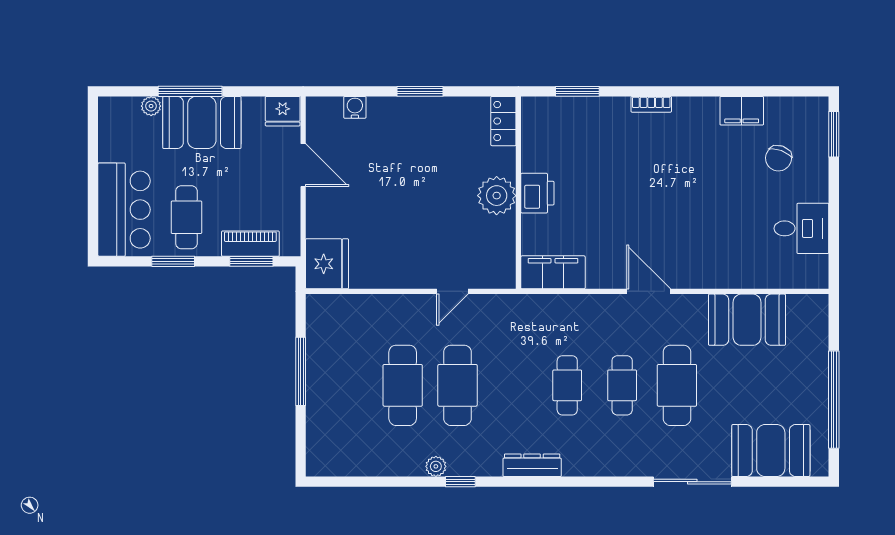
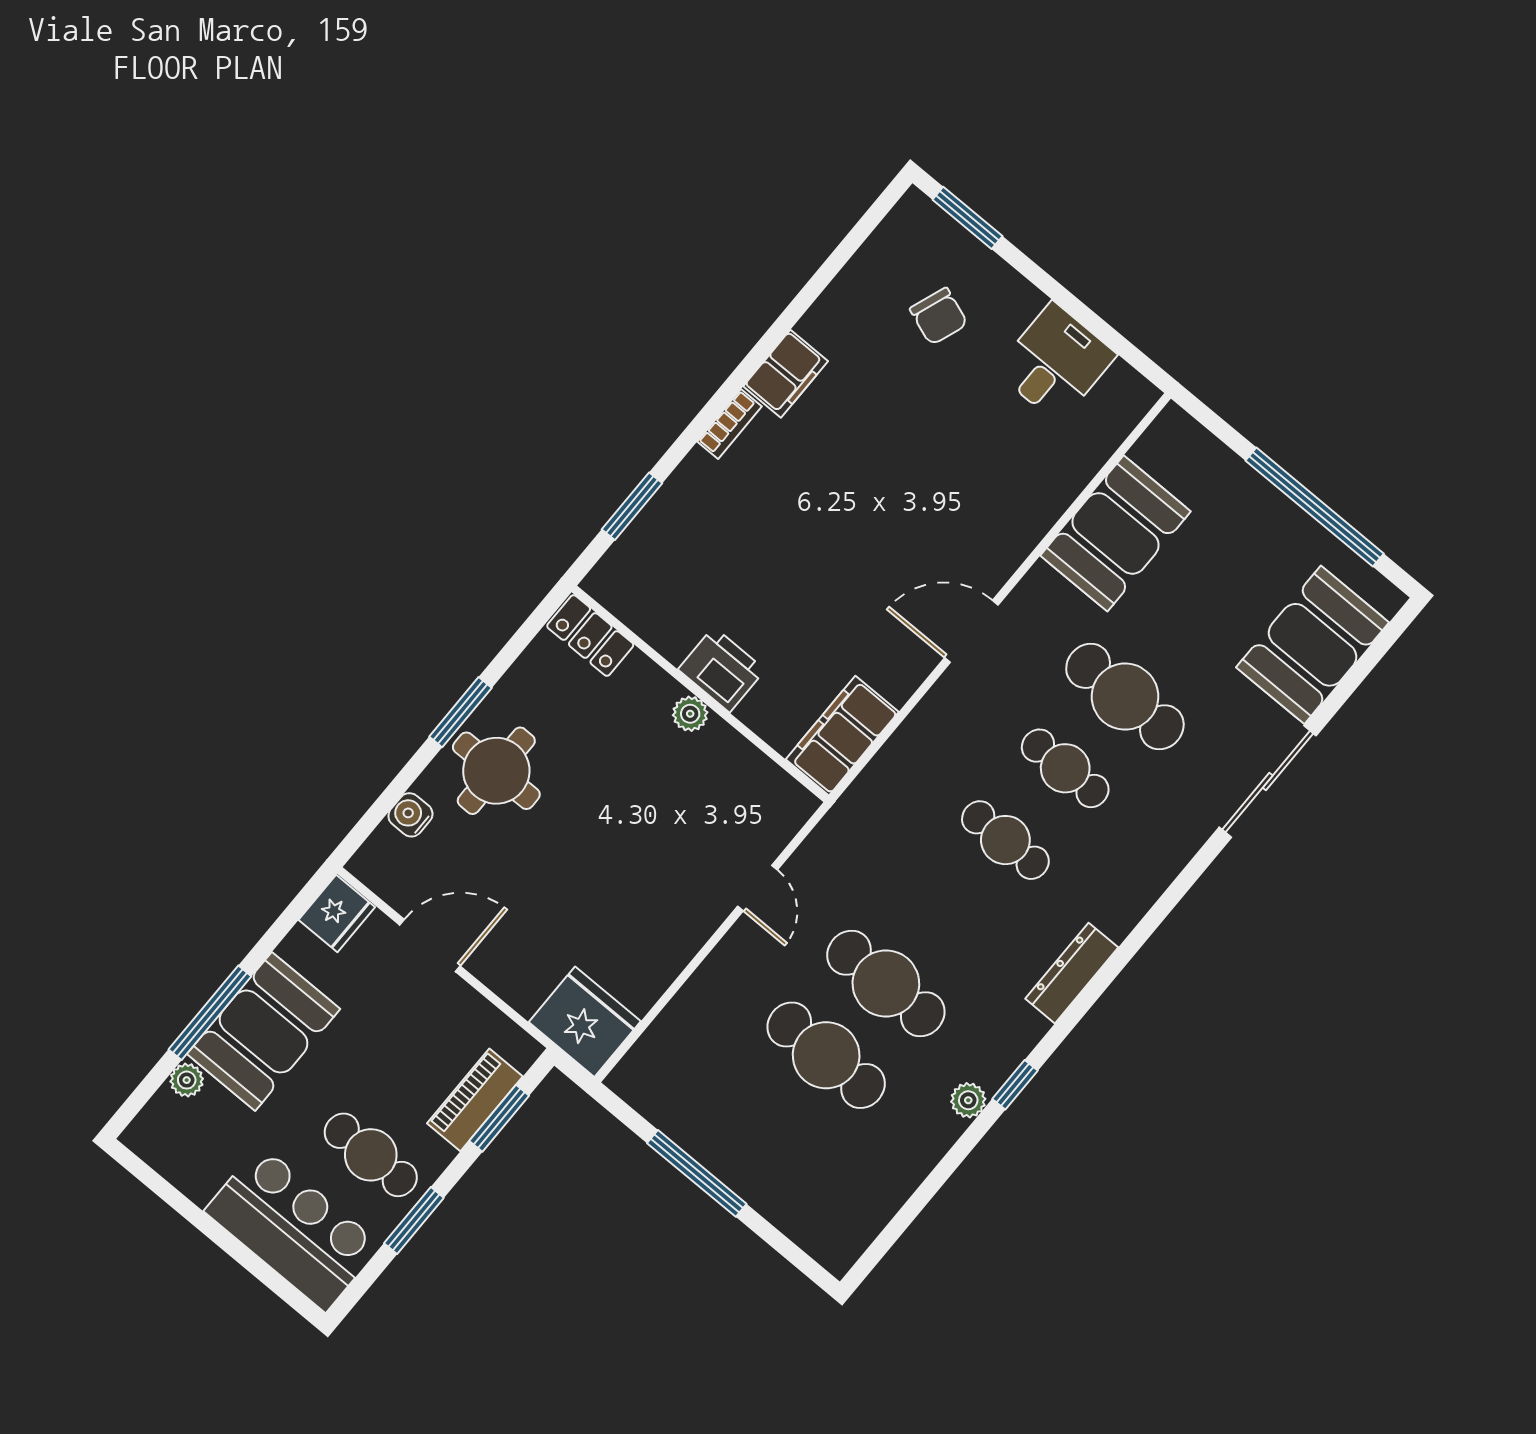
filing cabinet: (742, 111) -> (786, 374), moved
round table: (407, 129) -> (496, 771), added
plant: (497, 196) -> (690, 714), width x0.53, depth x0.53

